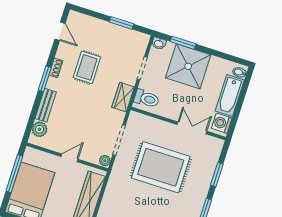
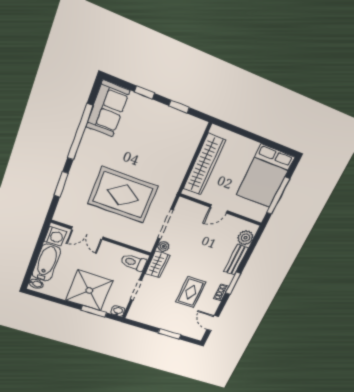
window: (122, 23) -> (169, 334), moved
plant: (105, 161) -> (163, 246), moved

